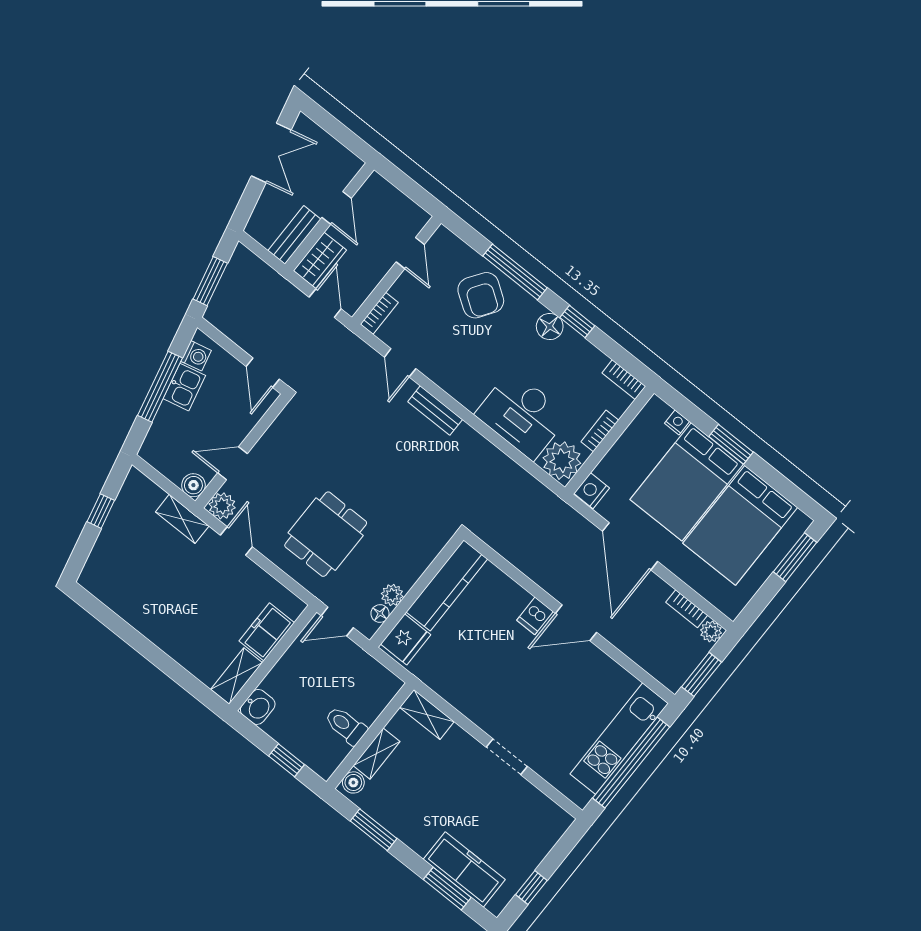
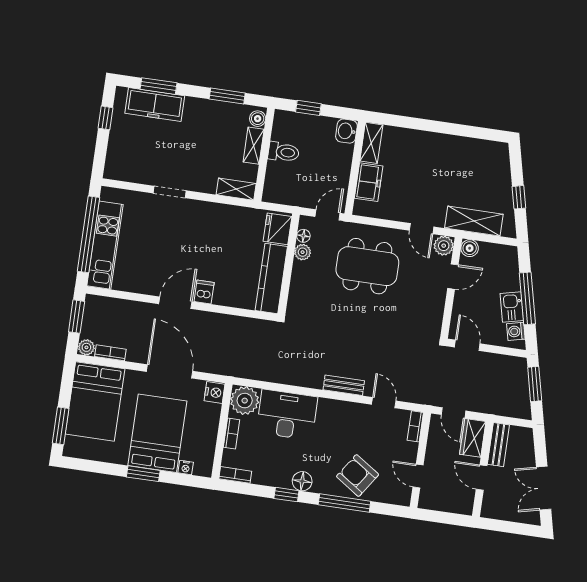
shelving: (182, 519) -> (474, 221), width x1.50, depth x1.33
bed: (740, 525) -> (95, 401), moved, turned 180
dining table: (326, 534) -> (367, 266), width x1.38

